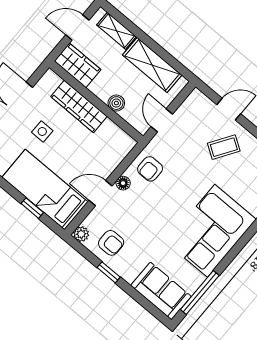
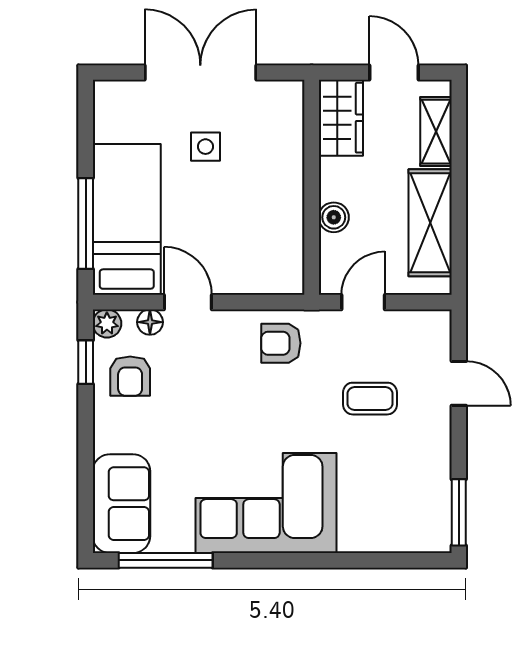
wardrobe: (79, 106) -> (284, 169), removed
coffee table: (224, 147) -> (370, 399), moved, turned -33
floor lamp: (123, 183) -> (150, 322), moved
window: (32, 208) -> (86, 224), width x2.17
window: (109, 272) -> (86, 362), moved

